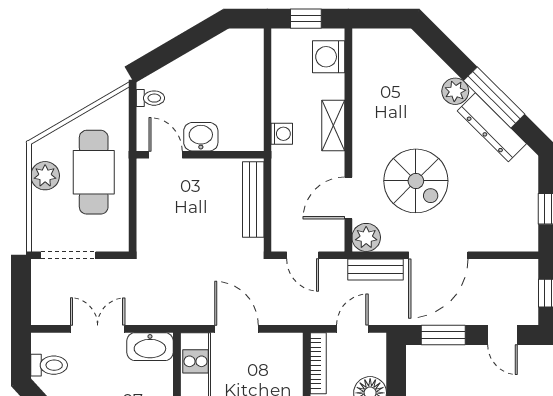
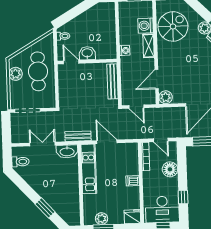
washing machine: (329, 57) -> (146, 26), moved
spiral stairs: (416, 181) -> (173, 26), moved, turned -90
bench: (375, 270) -> (78, 136), moved
door: (352, 329) -> (161, 140), swing flipped

